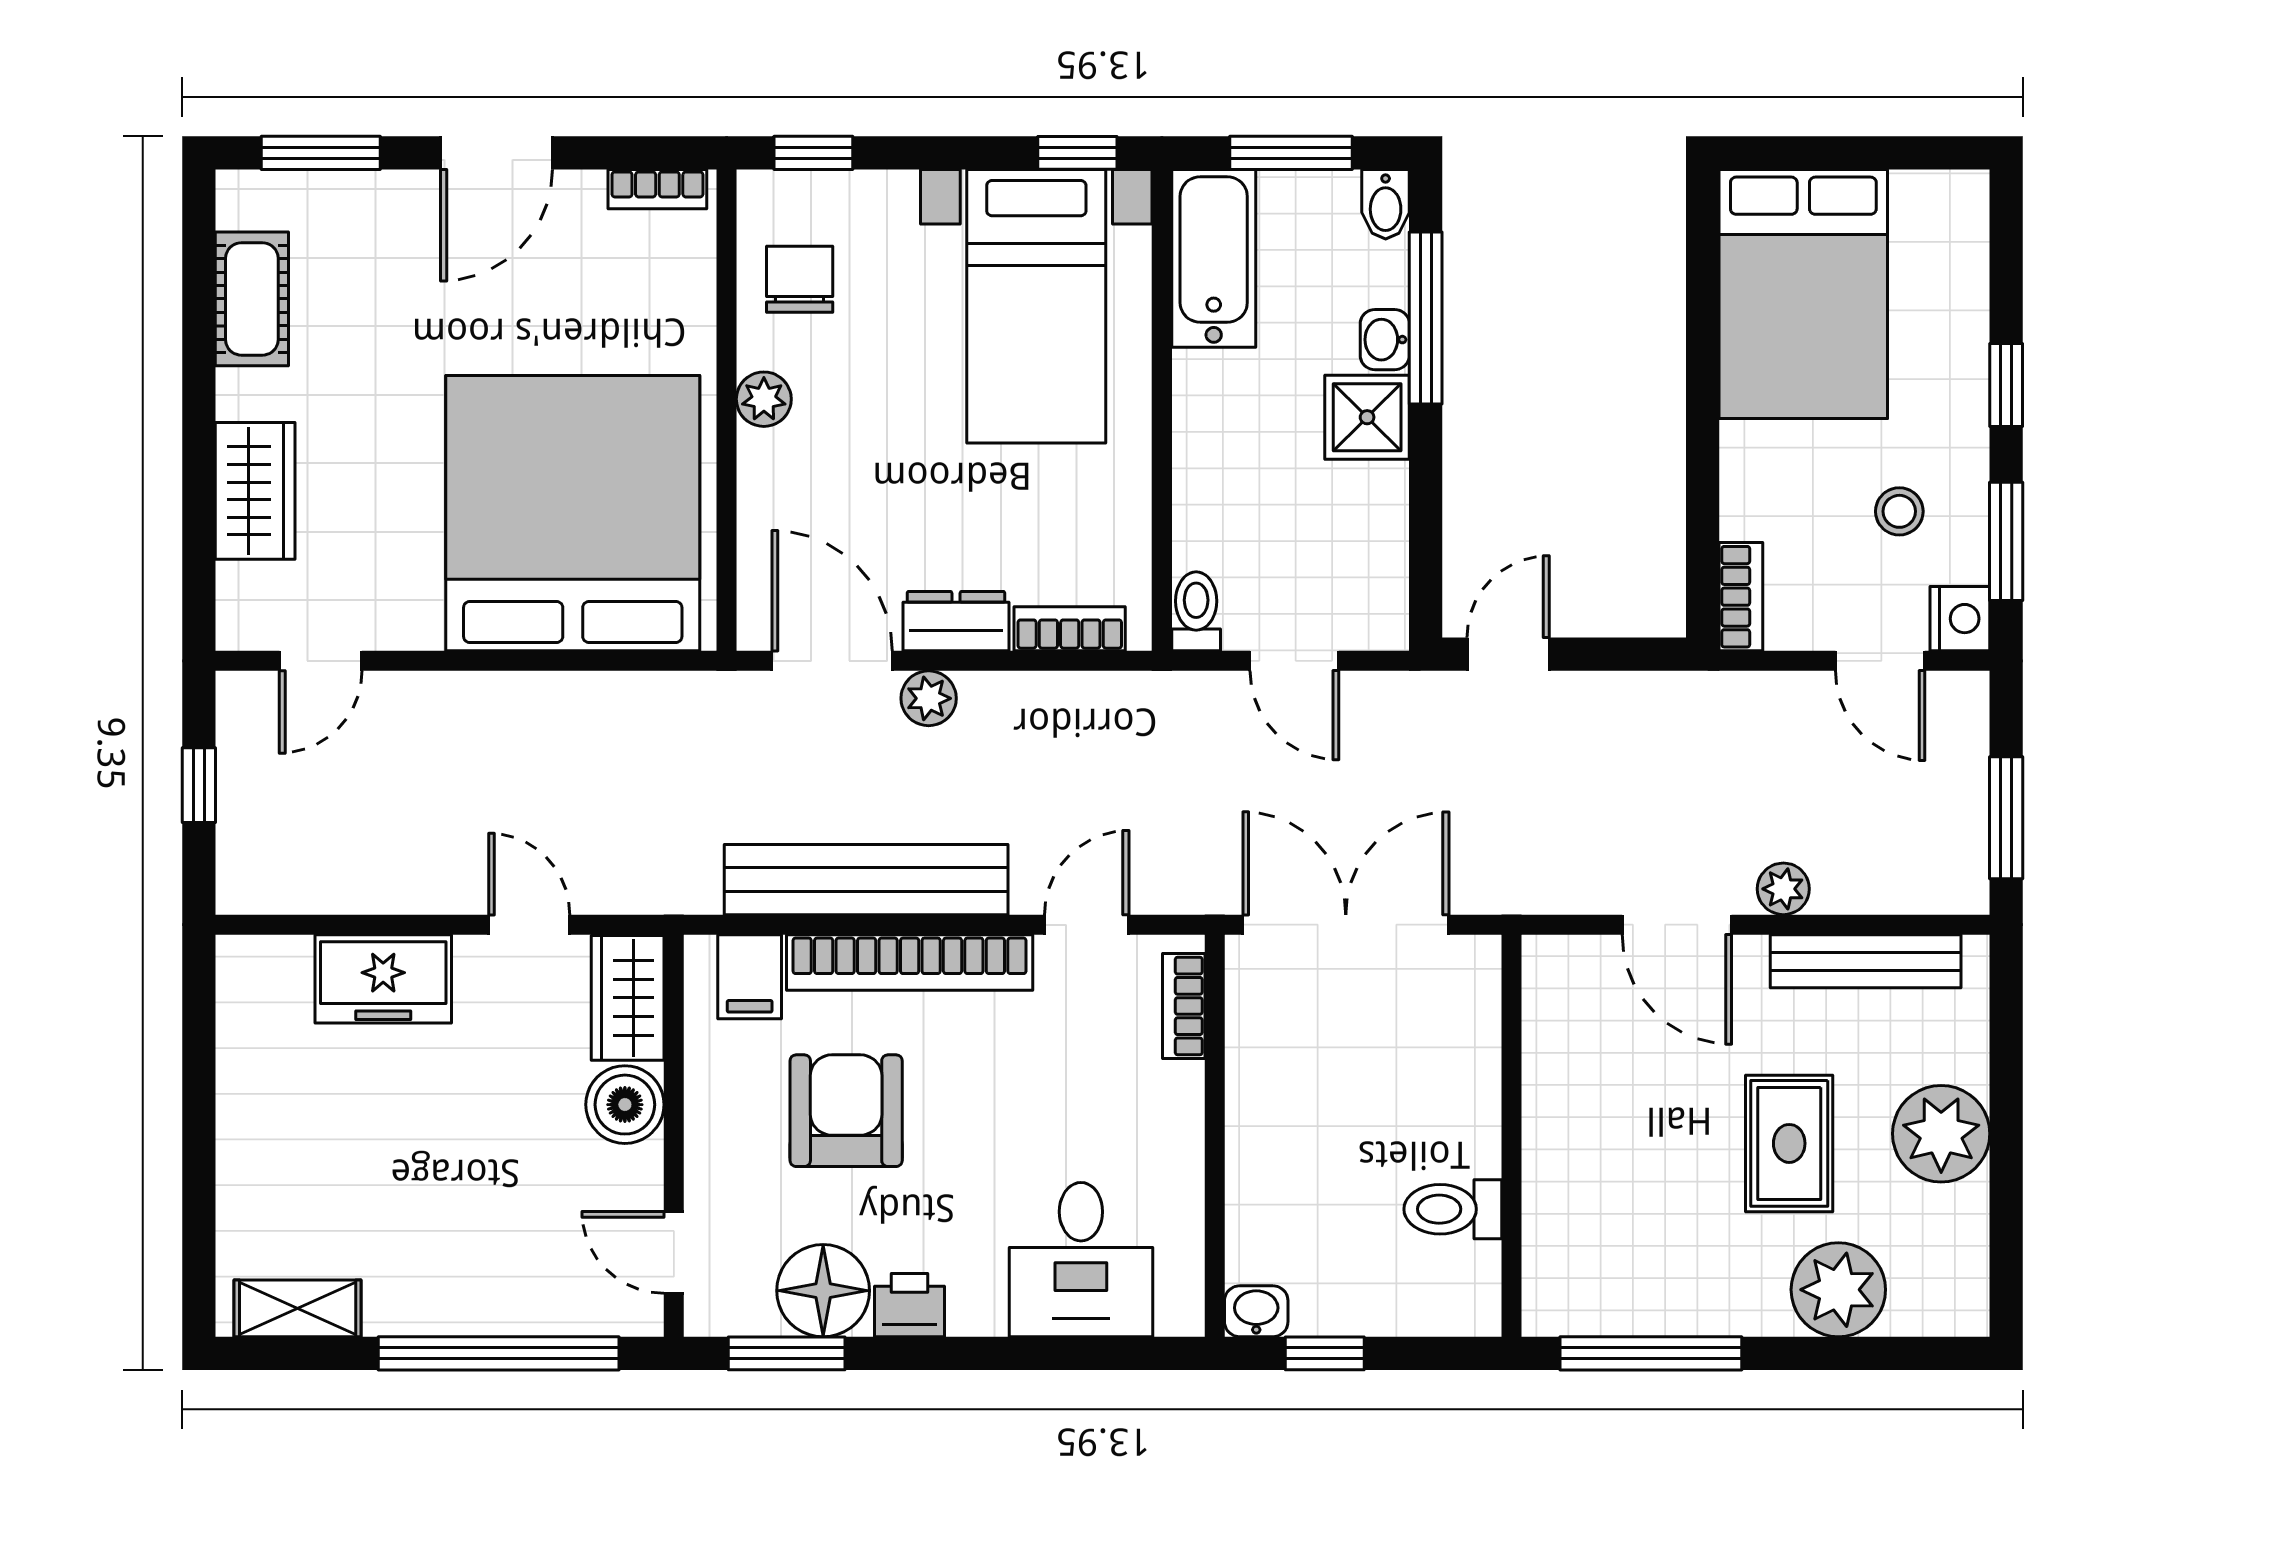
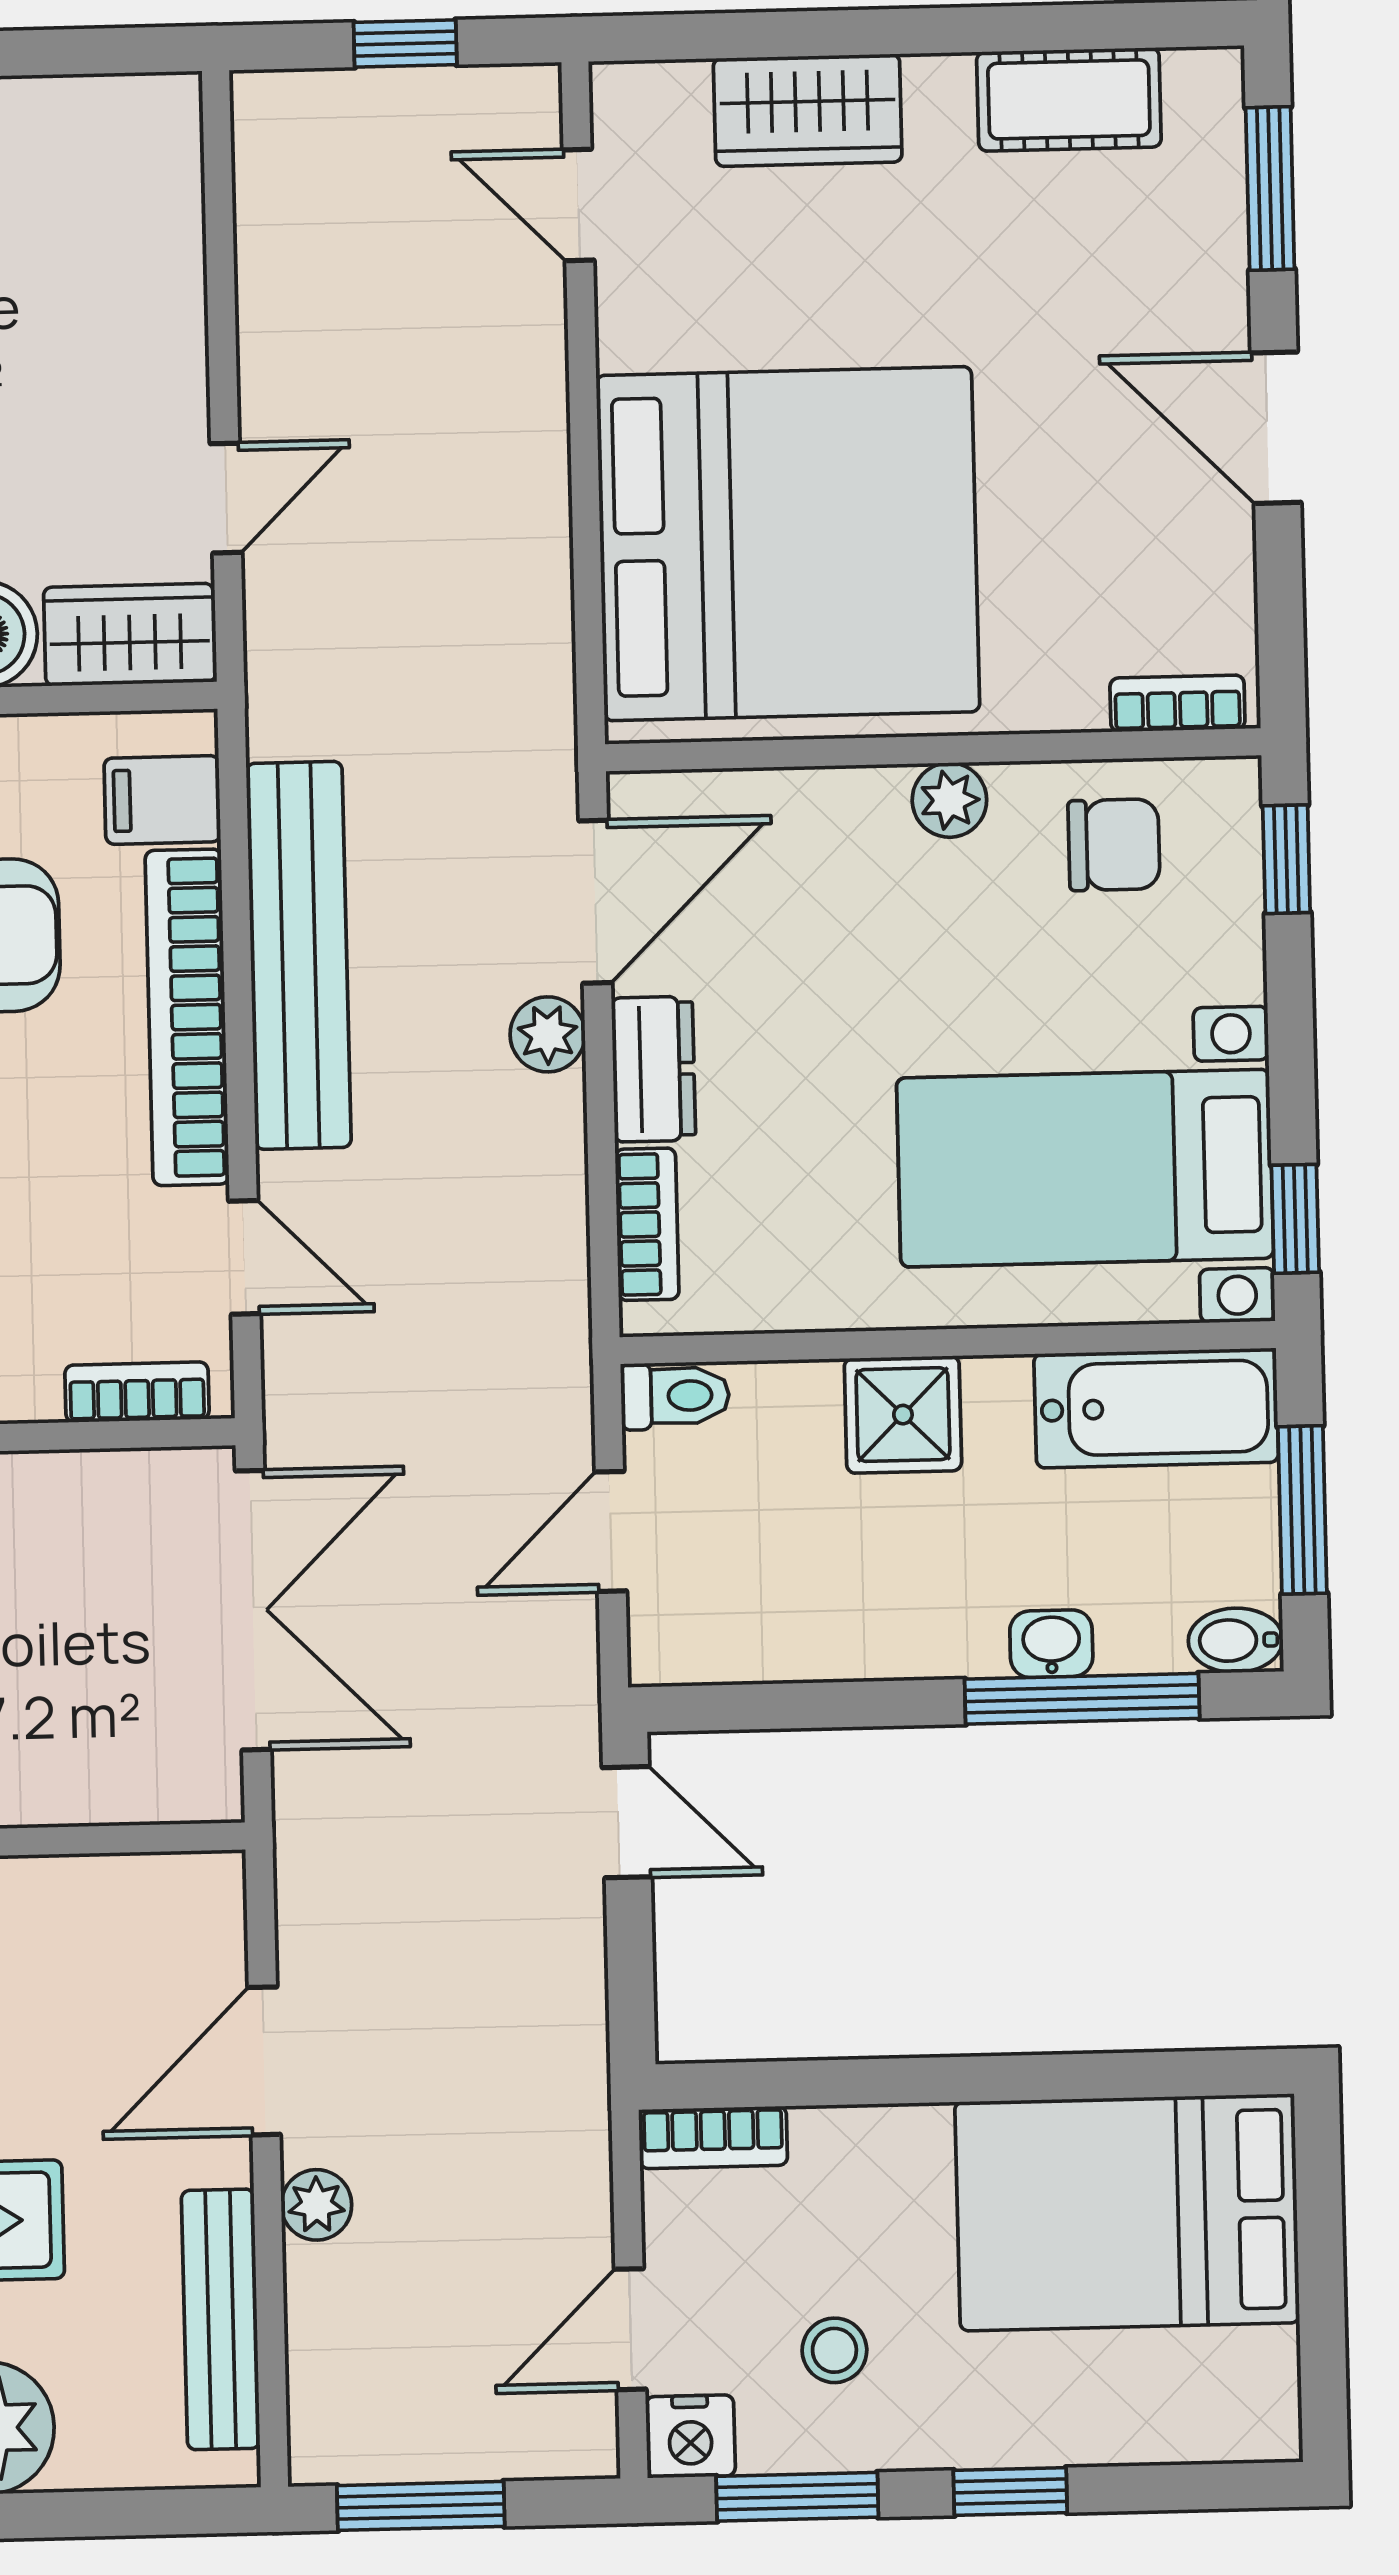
bookcase: (657, 189) -> (1177, 703), moved, turned 90
shower: (1367, 417) -> (903, 1415), moved
freezer: (383, 979) -> (147, 301), removed

